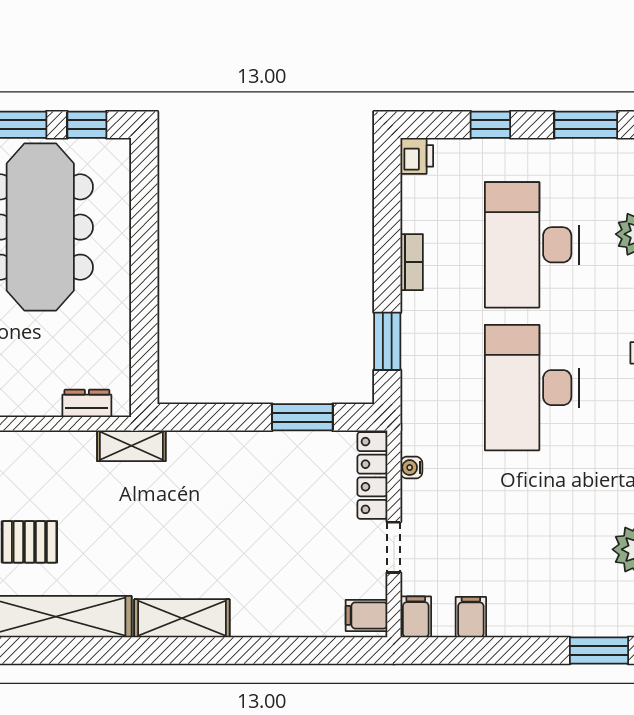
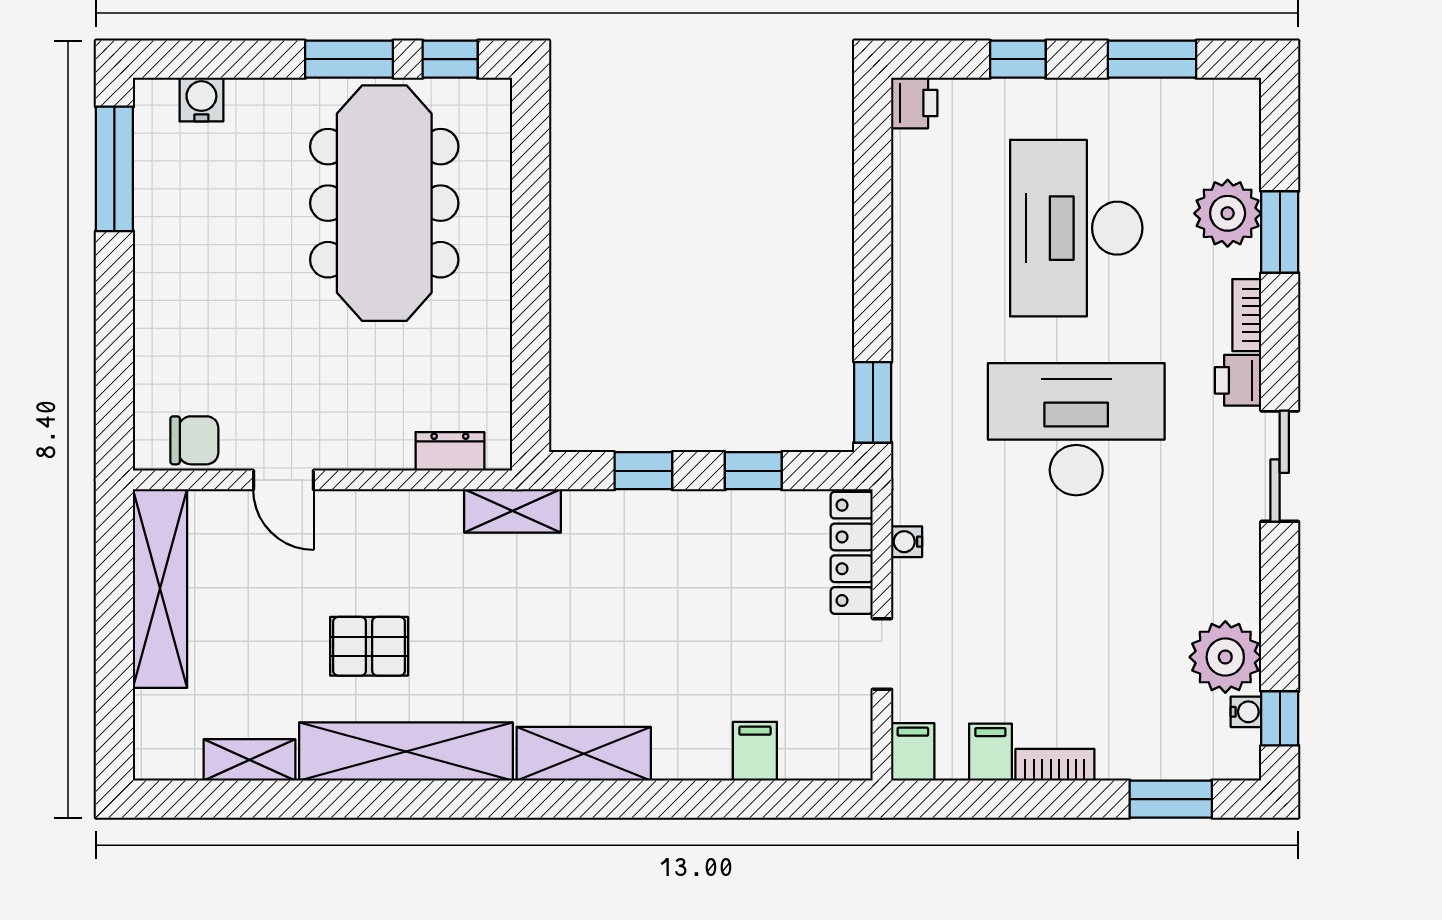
bookcase: (412, 262) -> (1055, 765), moved, turned -90
window: (387, 341) -> (873, 402), moved
desk: (532, 388) -> (1076, 429), turned 90
window: (224, 417) -> (643, 471), added
window: (302, 417) -> (753, 471), width x0.67
filing cabinet: (366, 615) -> (755, 751), moved, turned 90

